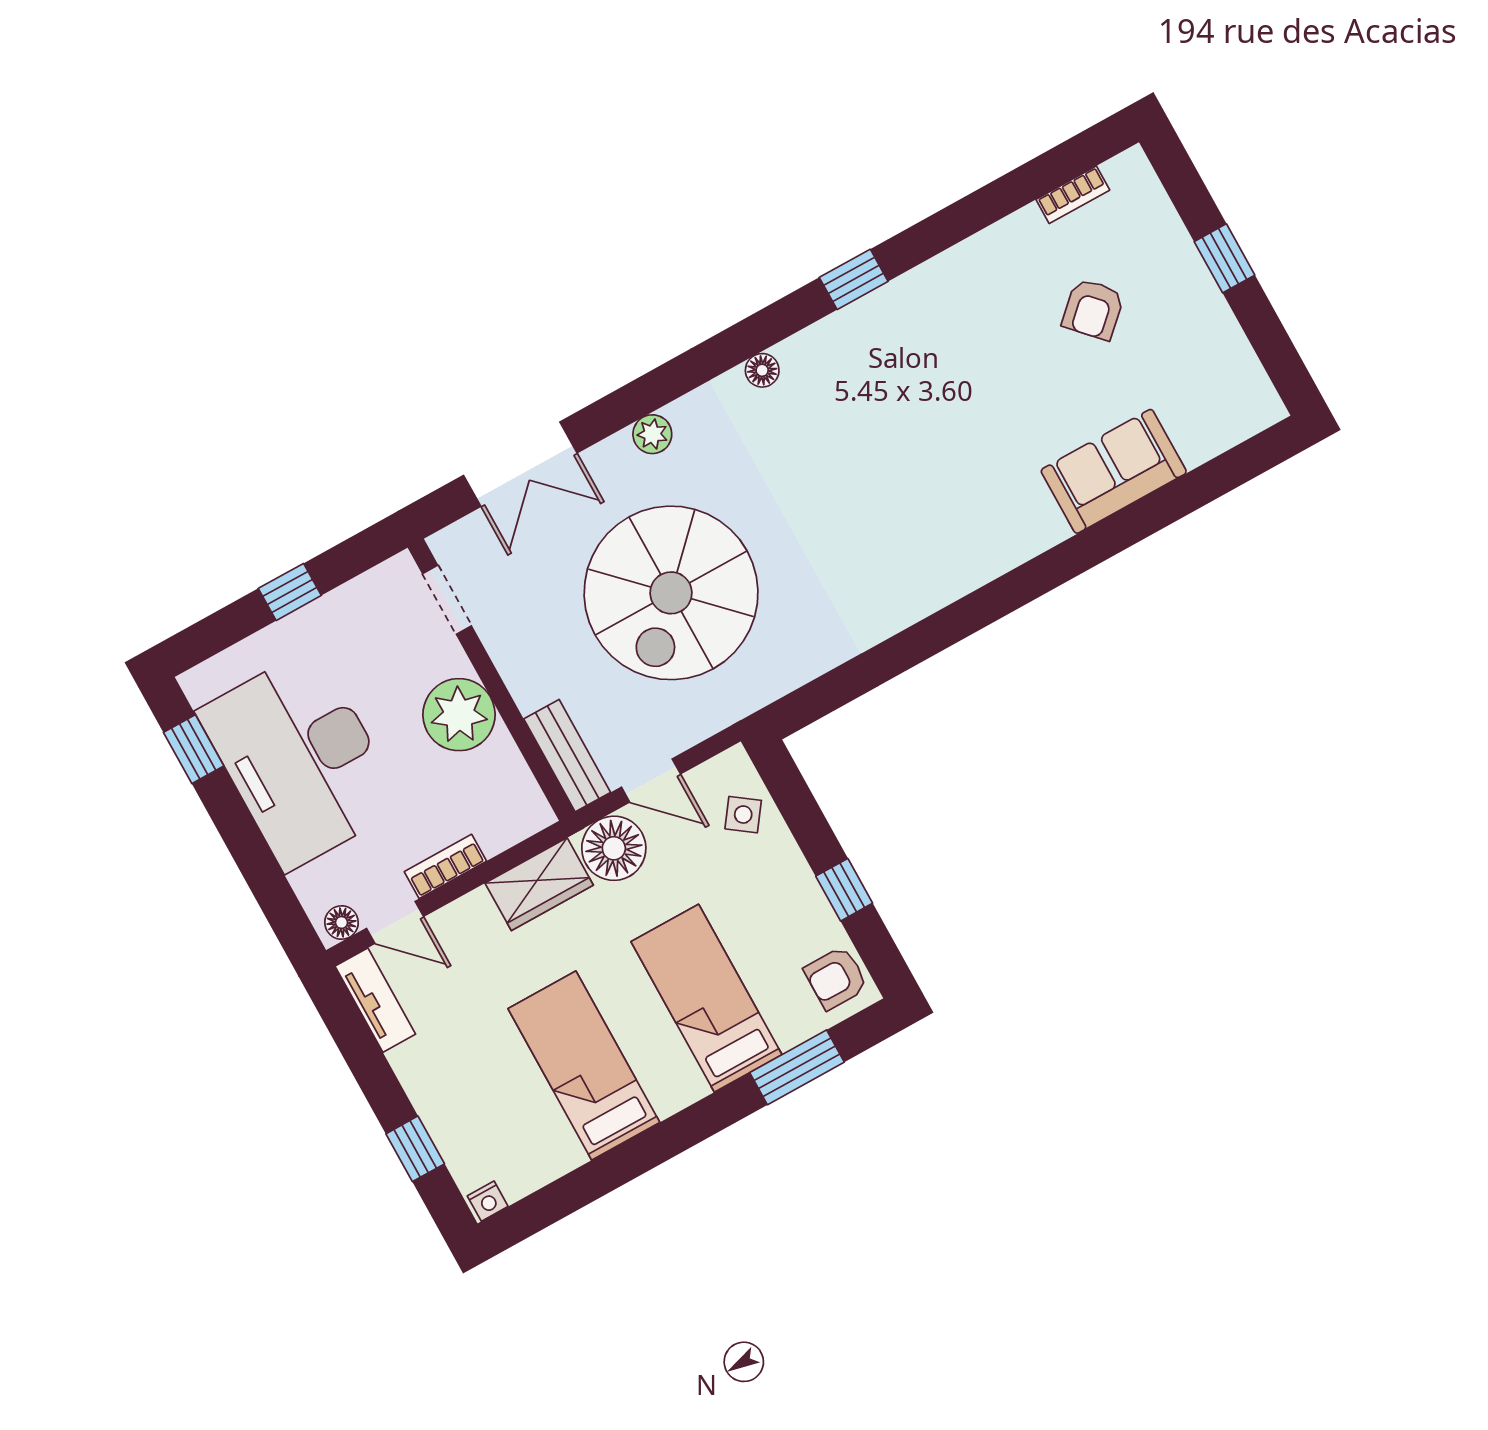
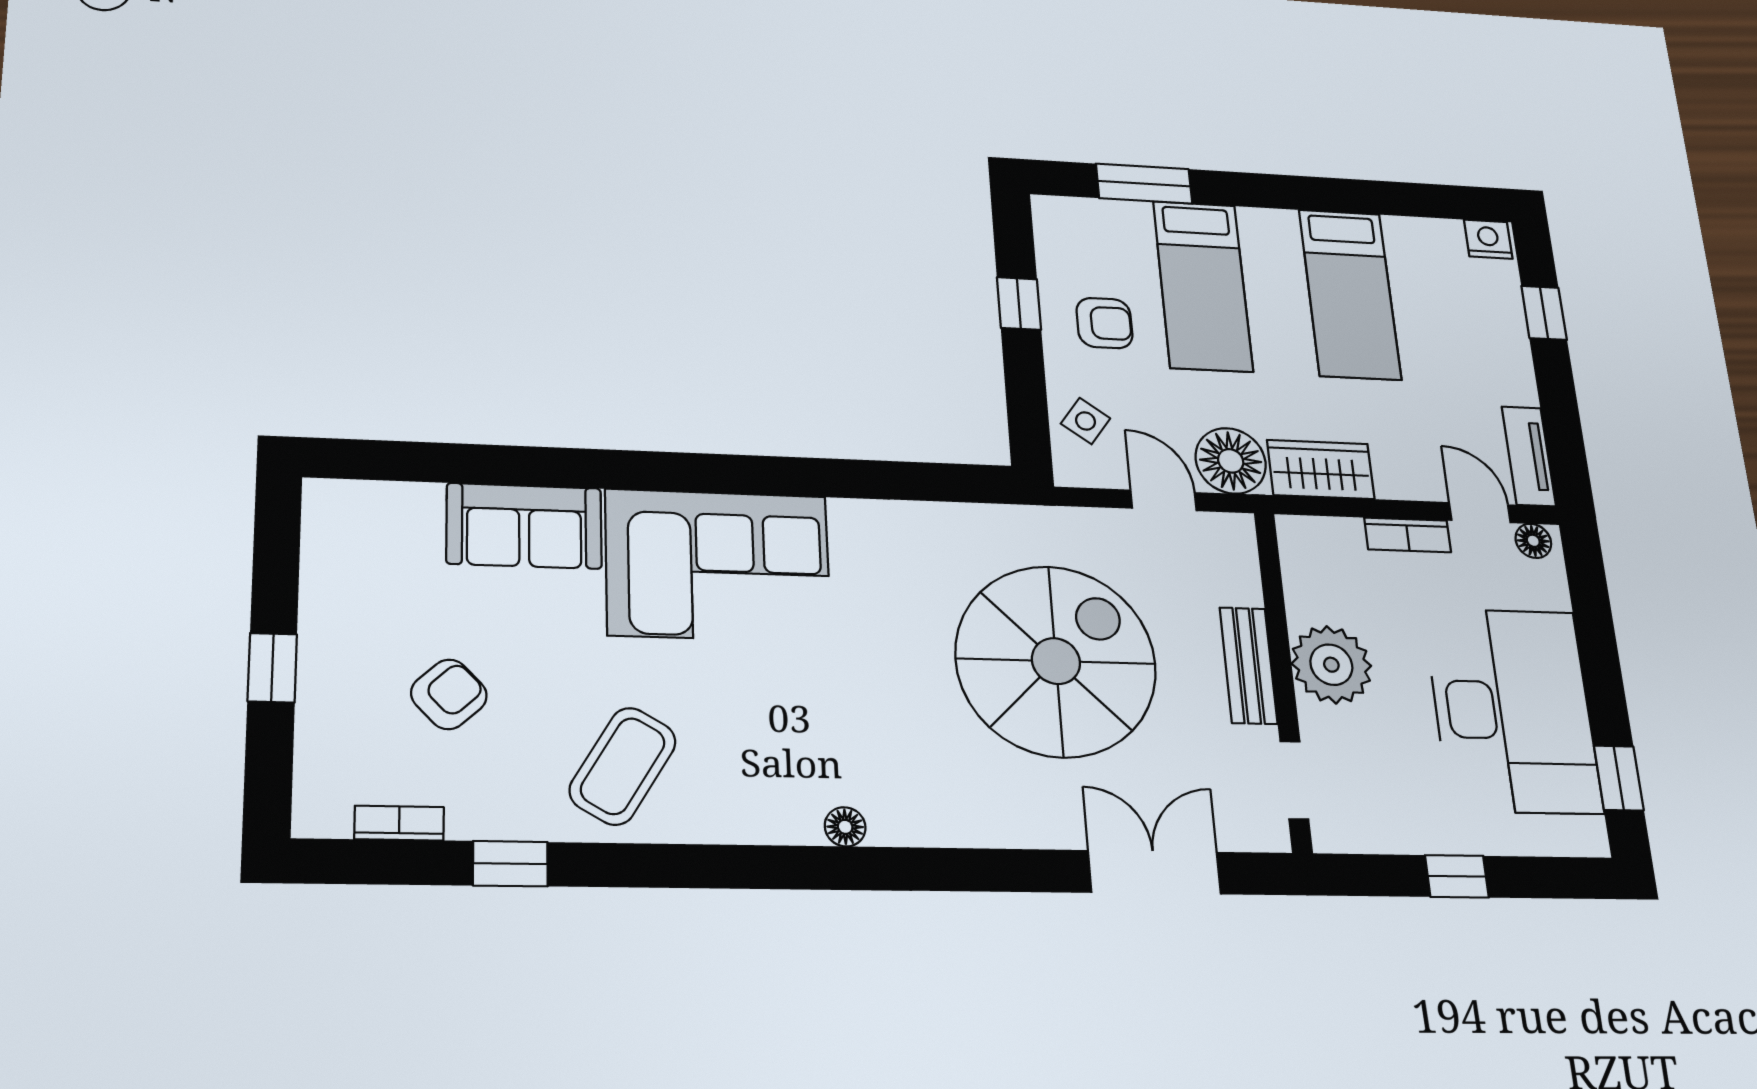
window: (854, 279) -> (510, 864), moved
coffee table: (943, 326) -> (623, 766), added
plant: (652, 434) -> (998, 826), removed
corner sofa: (958, 523) -> (718, 565), added
bench: (567, 756) -> (1248, 665), moved
armchair: (836, 978) -> (1104, 323), moved
nightstand: (488, 1201) -> (1488, 239), width x1.39, depth x1.35

